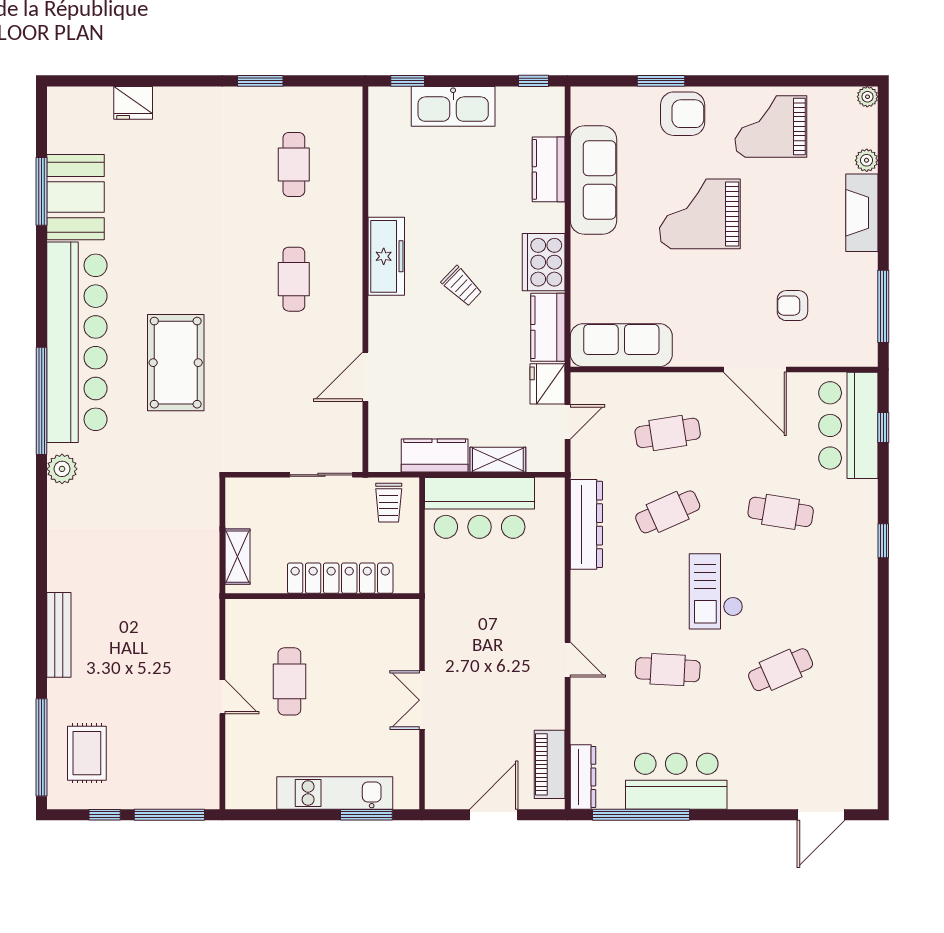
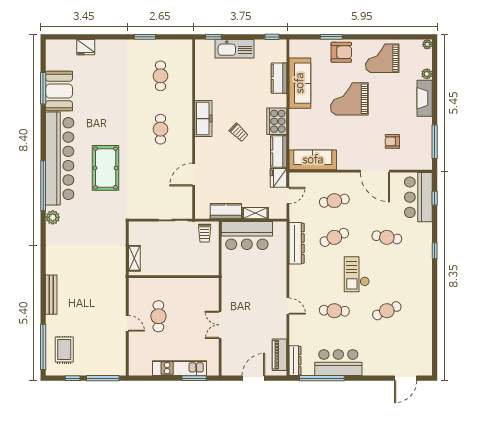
locker: (340, 578) -> (182, 268), removed

